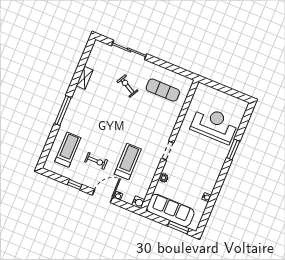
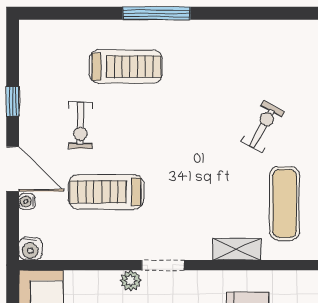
shelving: (85, 78) -> (237, 249), moved
treadmill: (68, 150) -> (126, 67), moved
treadmill: (128, 161) -> (106, 192), turned 180
plant: (164, 178) -> (131, 281), moved

